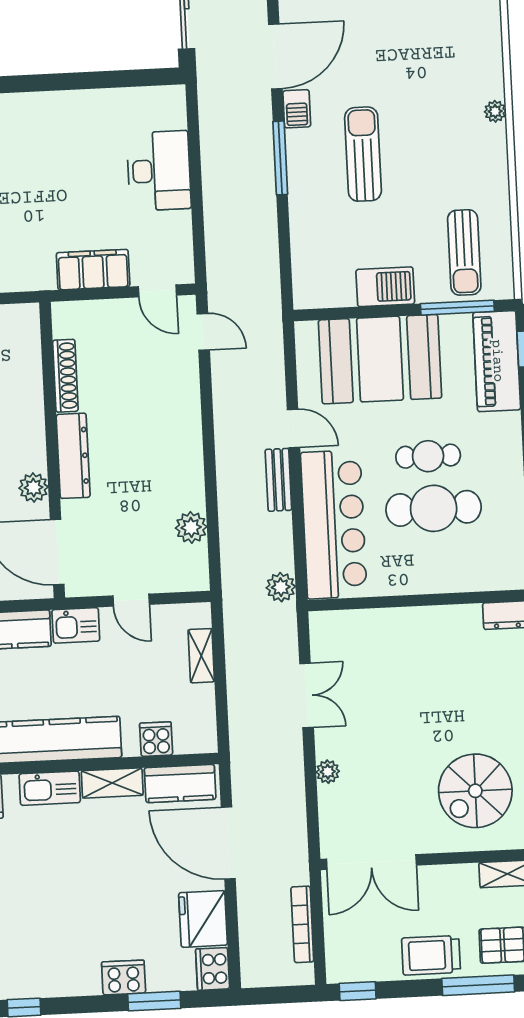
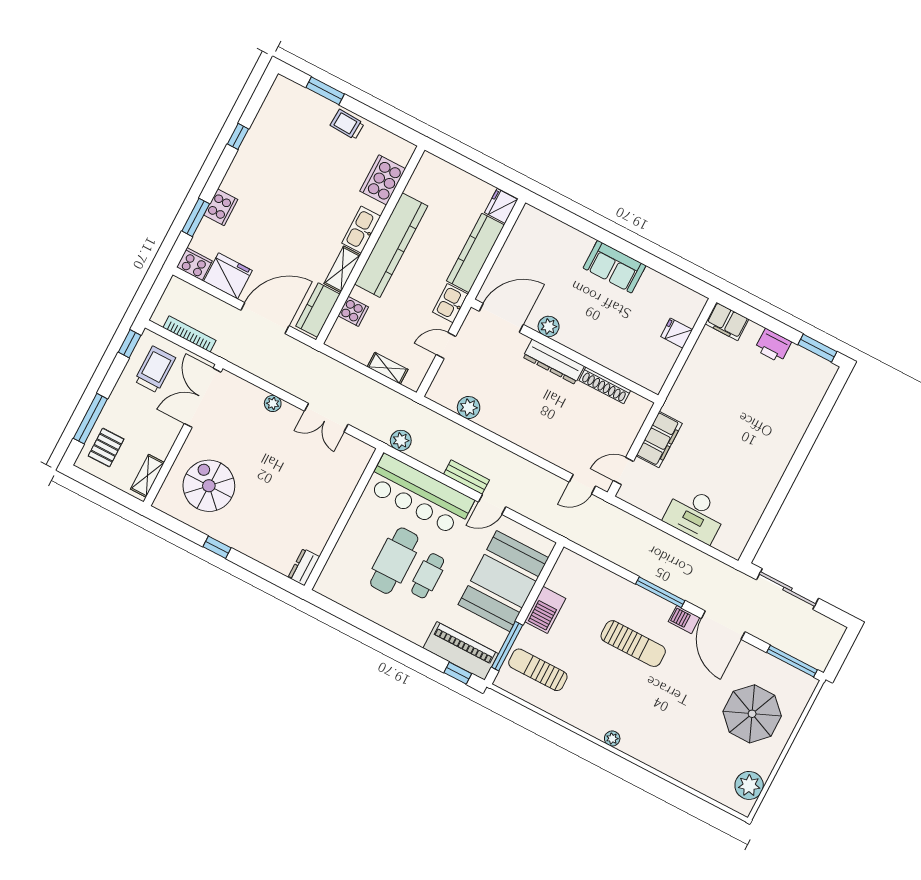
trolley: (431, 955) -> (155, 369), moved

